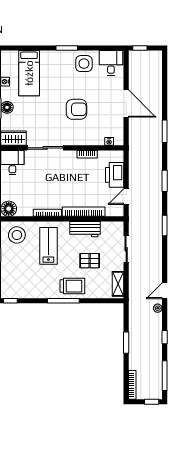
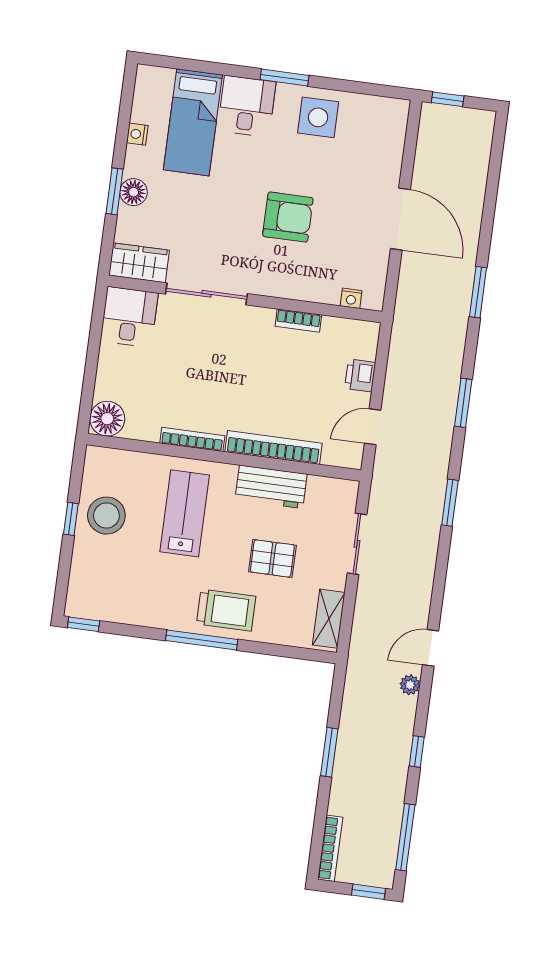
desk: (111, 63) -> (247, 106), moved
printer: (115, 175) -> (360, 375), width x0.53, depth x0.68
stool: (17, 235) -> (106, 516), moved

